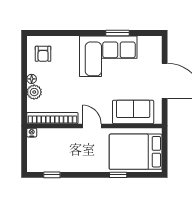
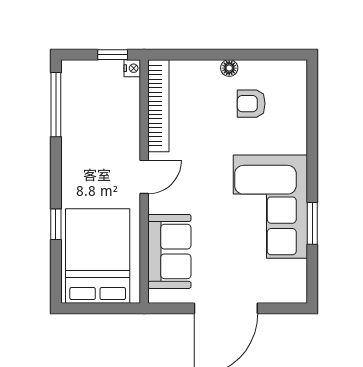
armchair: (43, 54) -> (251, 104), moved
plant: (34, 92) -> (206, 73), removed
window: (24, 143) -> (113, 55), added
window: (52, 175) -> (56, 105), width x2.17

